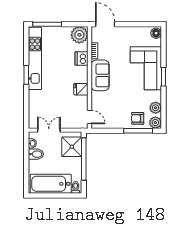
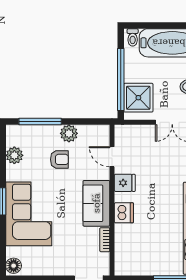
plant: (79, 35) -> (127, 263), removed
dishwasher: (82, 59) -> (124, 213), moved
door: (90, 117) -> (112, 157), moved
armchair: (138, 118) -> (59, 159), moved
plant: (155, 123) -> (69, 133), moved

